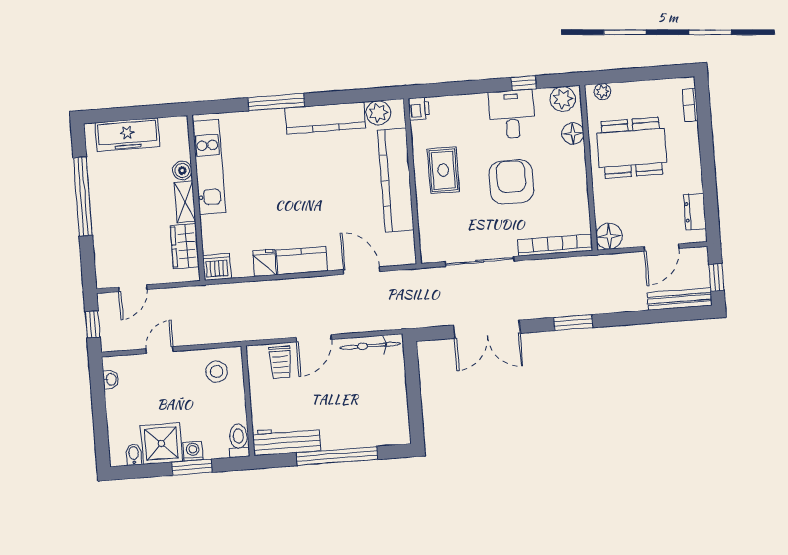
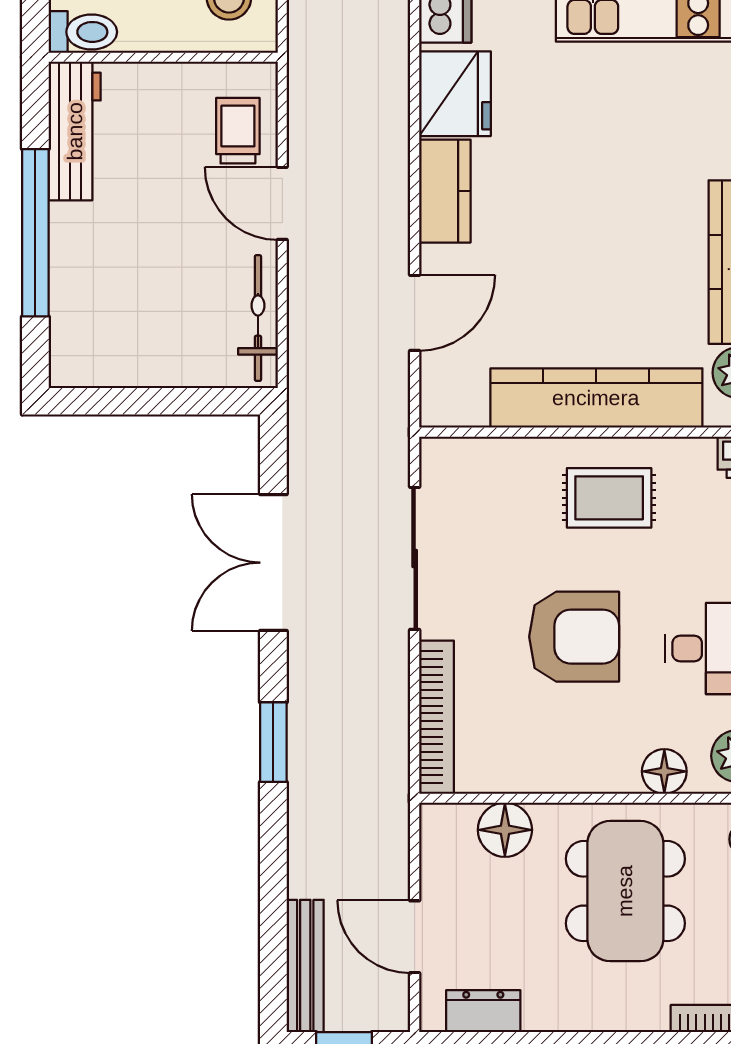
floor lamp: (609, 236) -> (505, 830), moved
fridge: (265, 263) -> (455, 94), width x1.88, depth x1.34
trolley: (280, 362) -> (238, 131), turned 90

